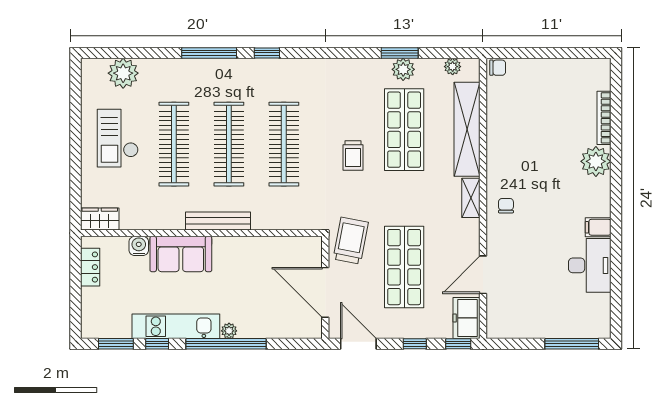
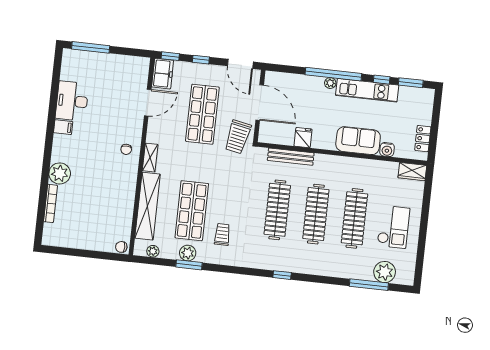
window: (209, 53) -> (369, 285), moved
trolley: (353, 155) -> (222, 234), moved
bench: (218, 221) -> (291, 157), moved
fridge: (259, 250) -> (303, 138), added

